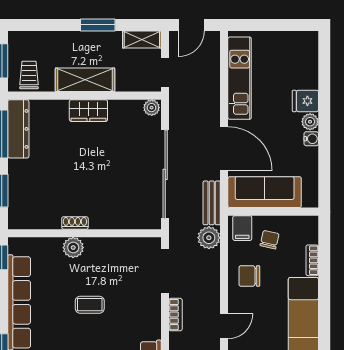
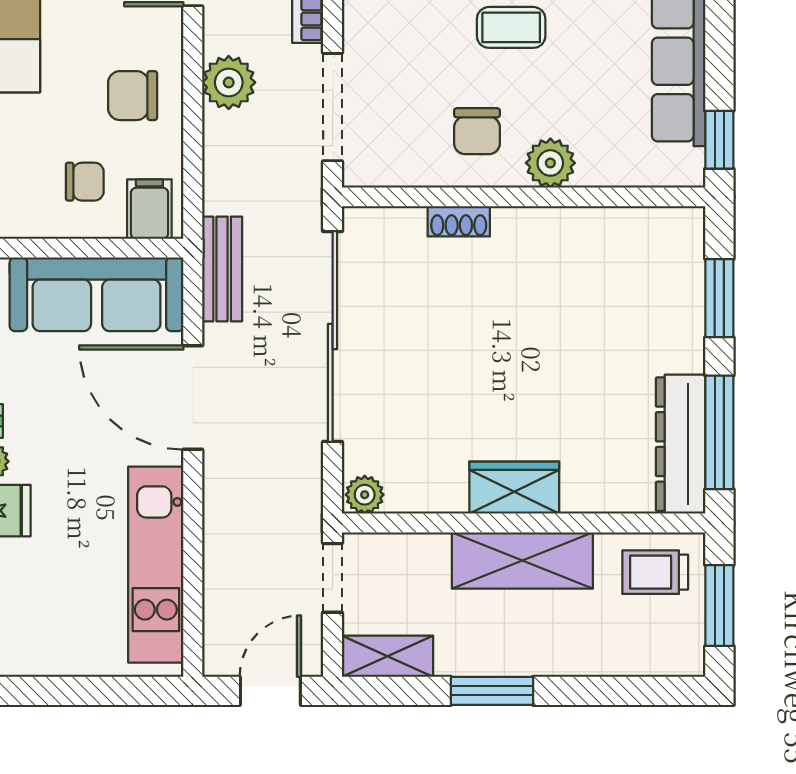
trolley: (29, 75) -> (655, 572), turned 90
shoe rack: (75, 223) -> (459, 221), moved
plant: (209, 238) -> (229, 82), moved
chair: (270, 240) -> (85, 182), turned -103
chair: (104, 261) -> (477, 131), added
chair: (249, 276) -> (133, 96), turned 180

